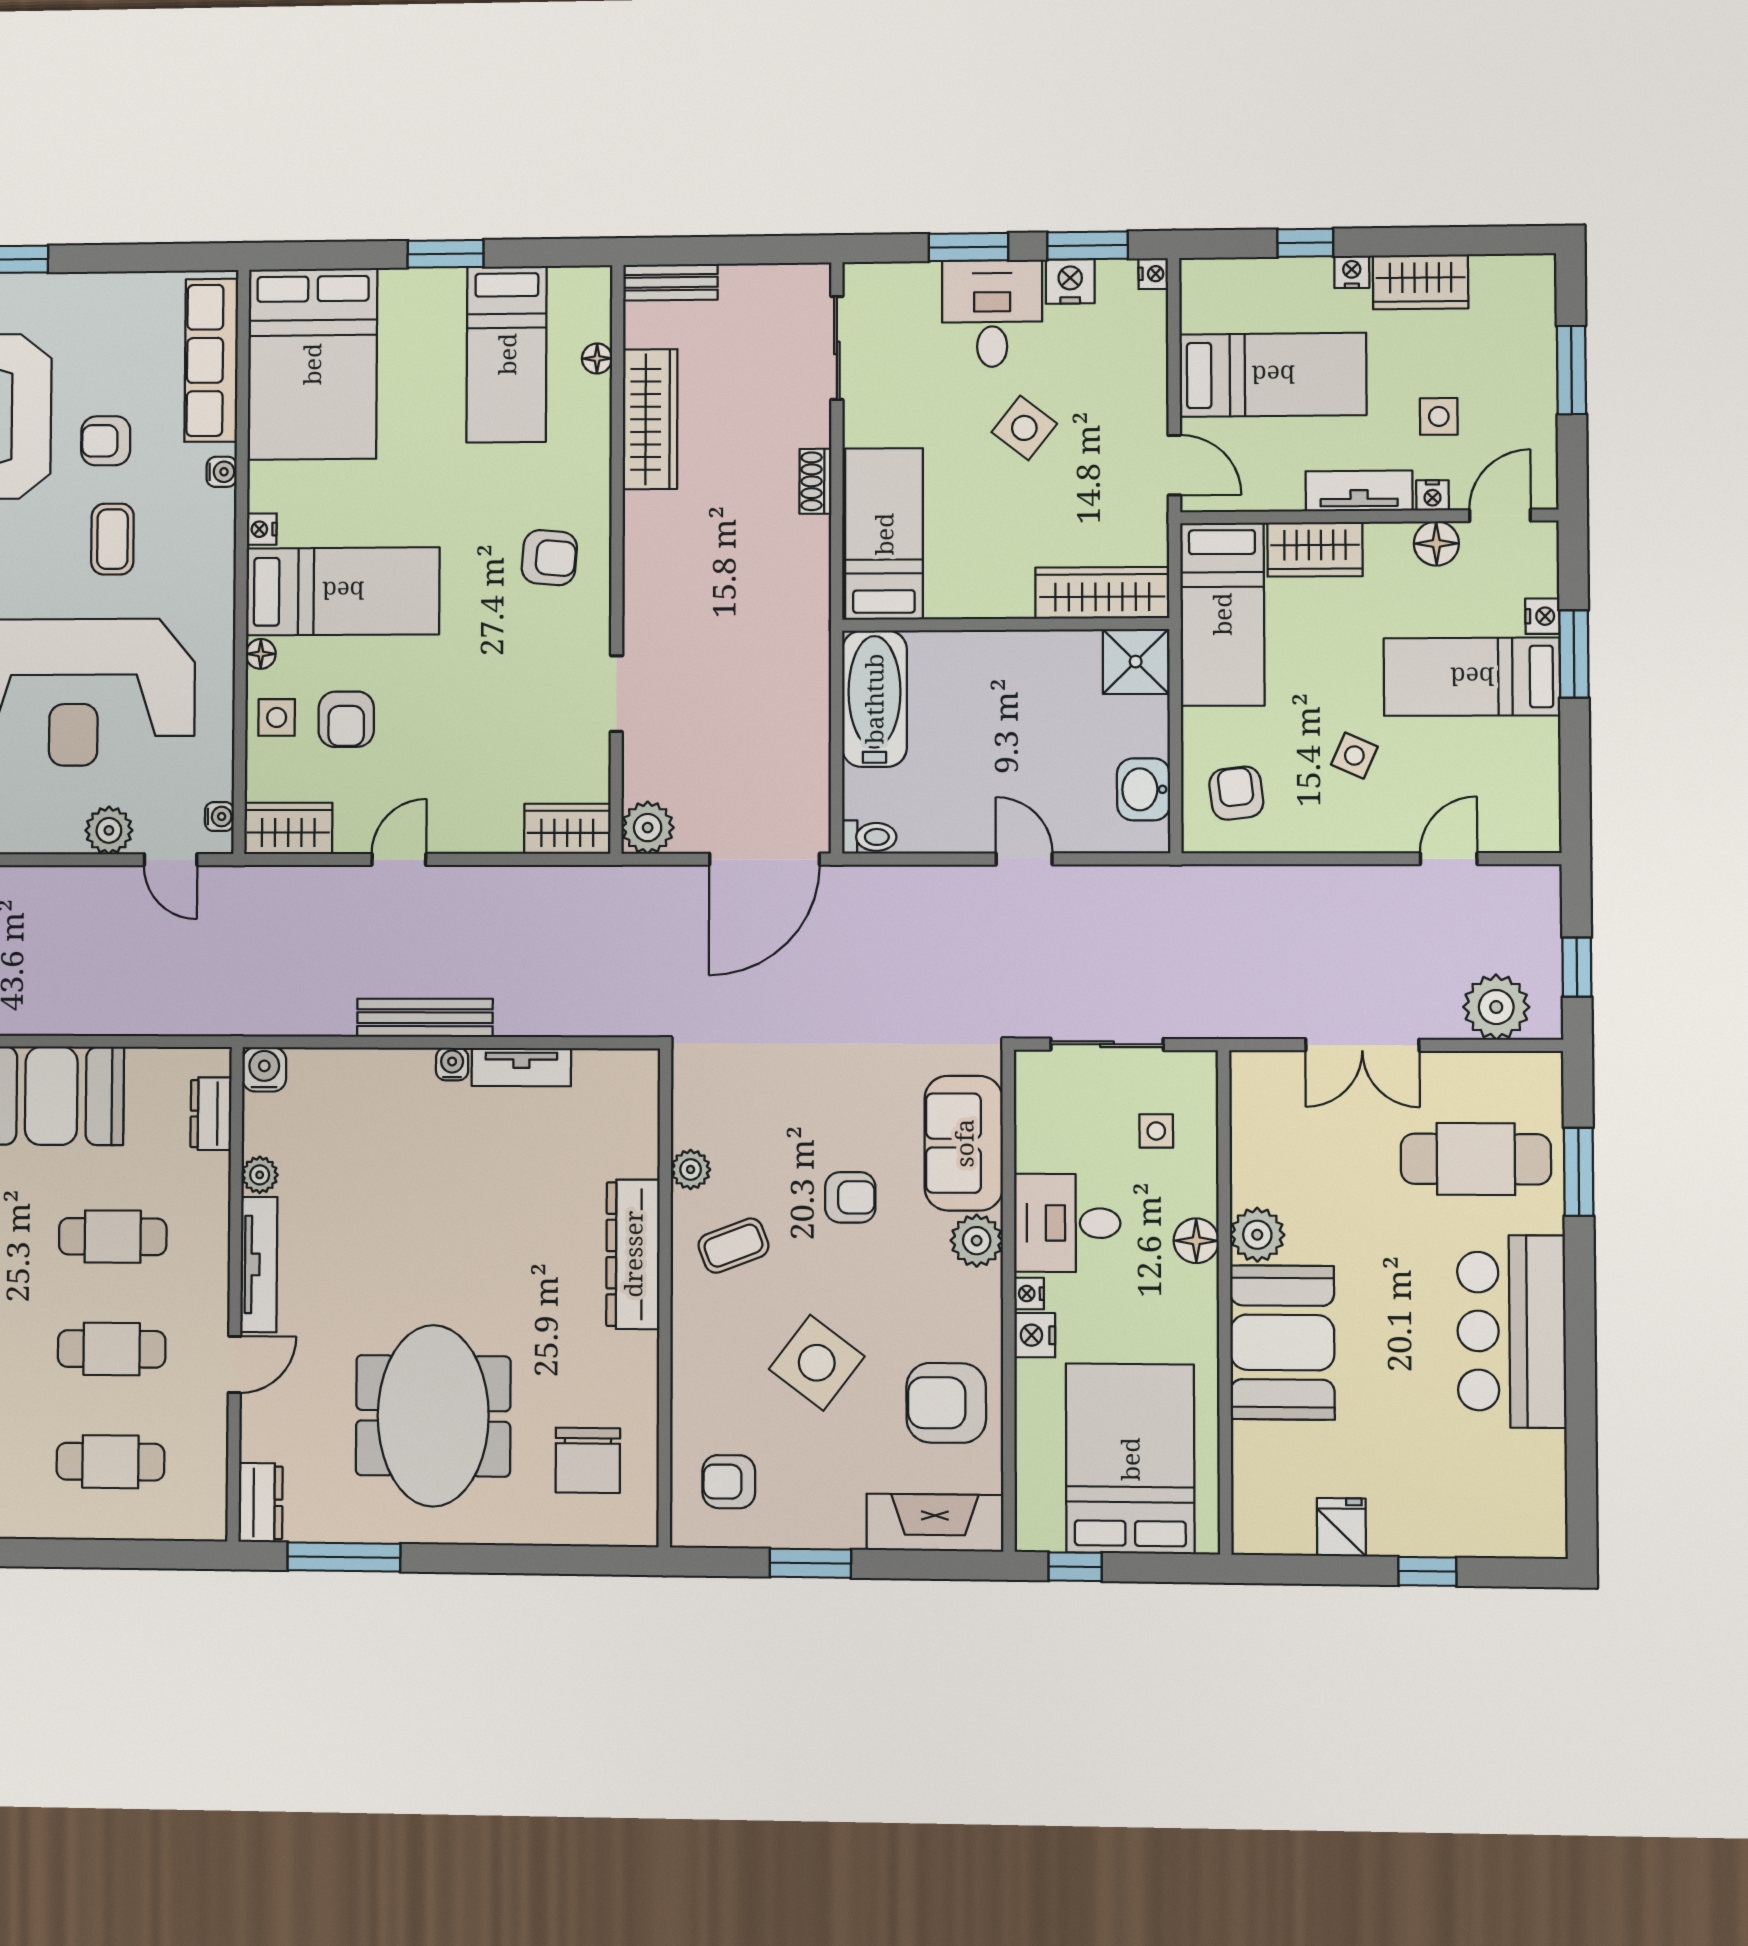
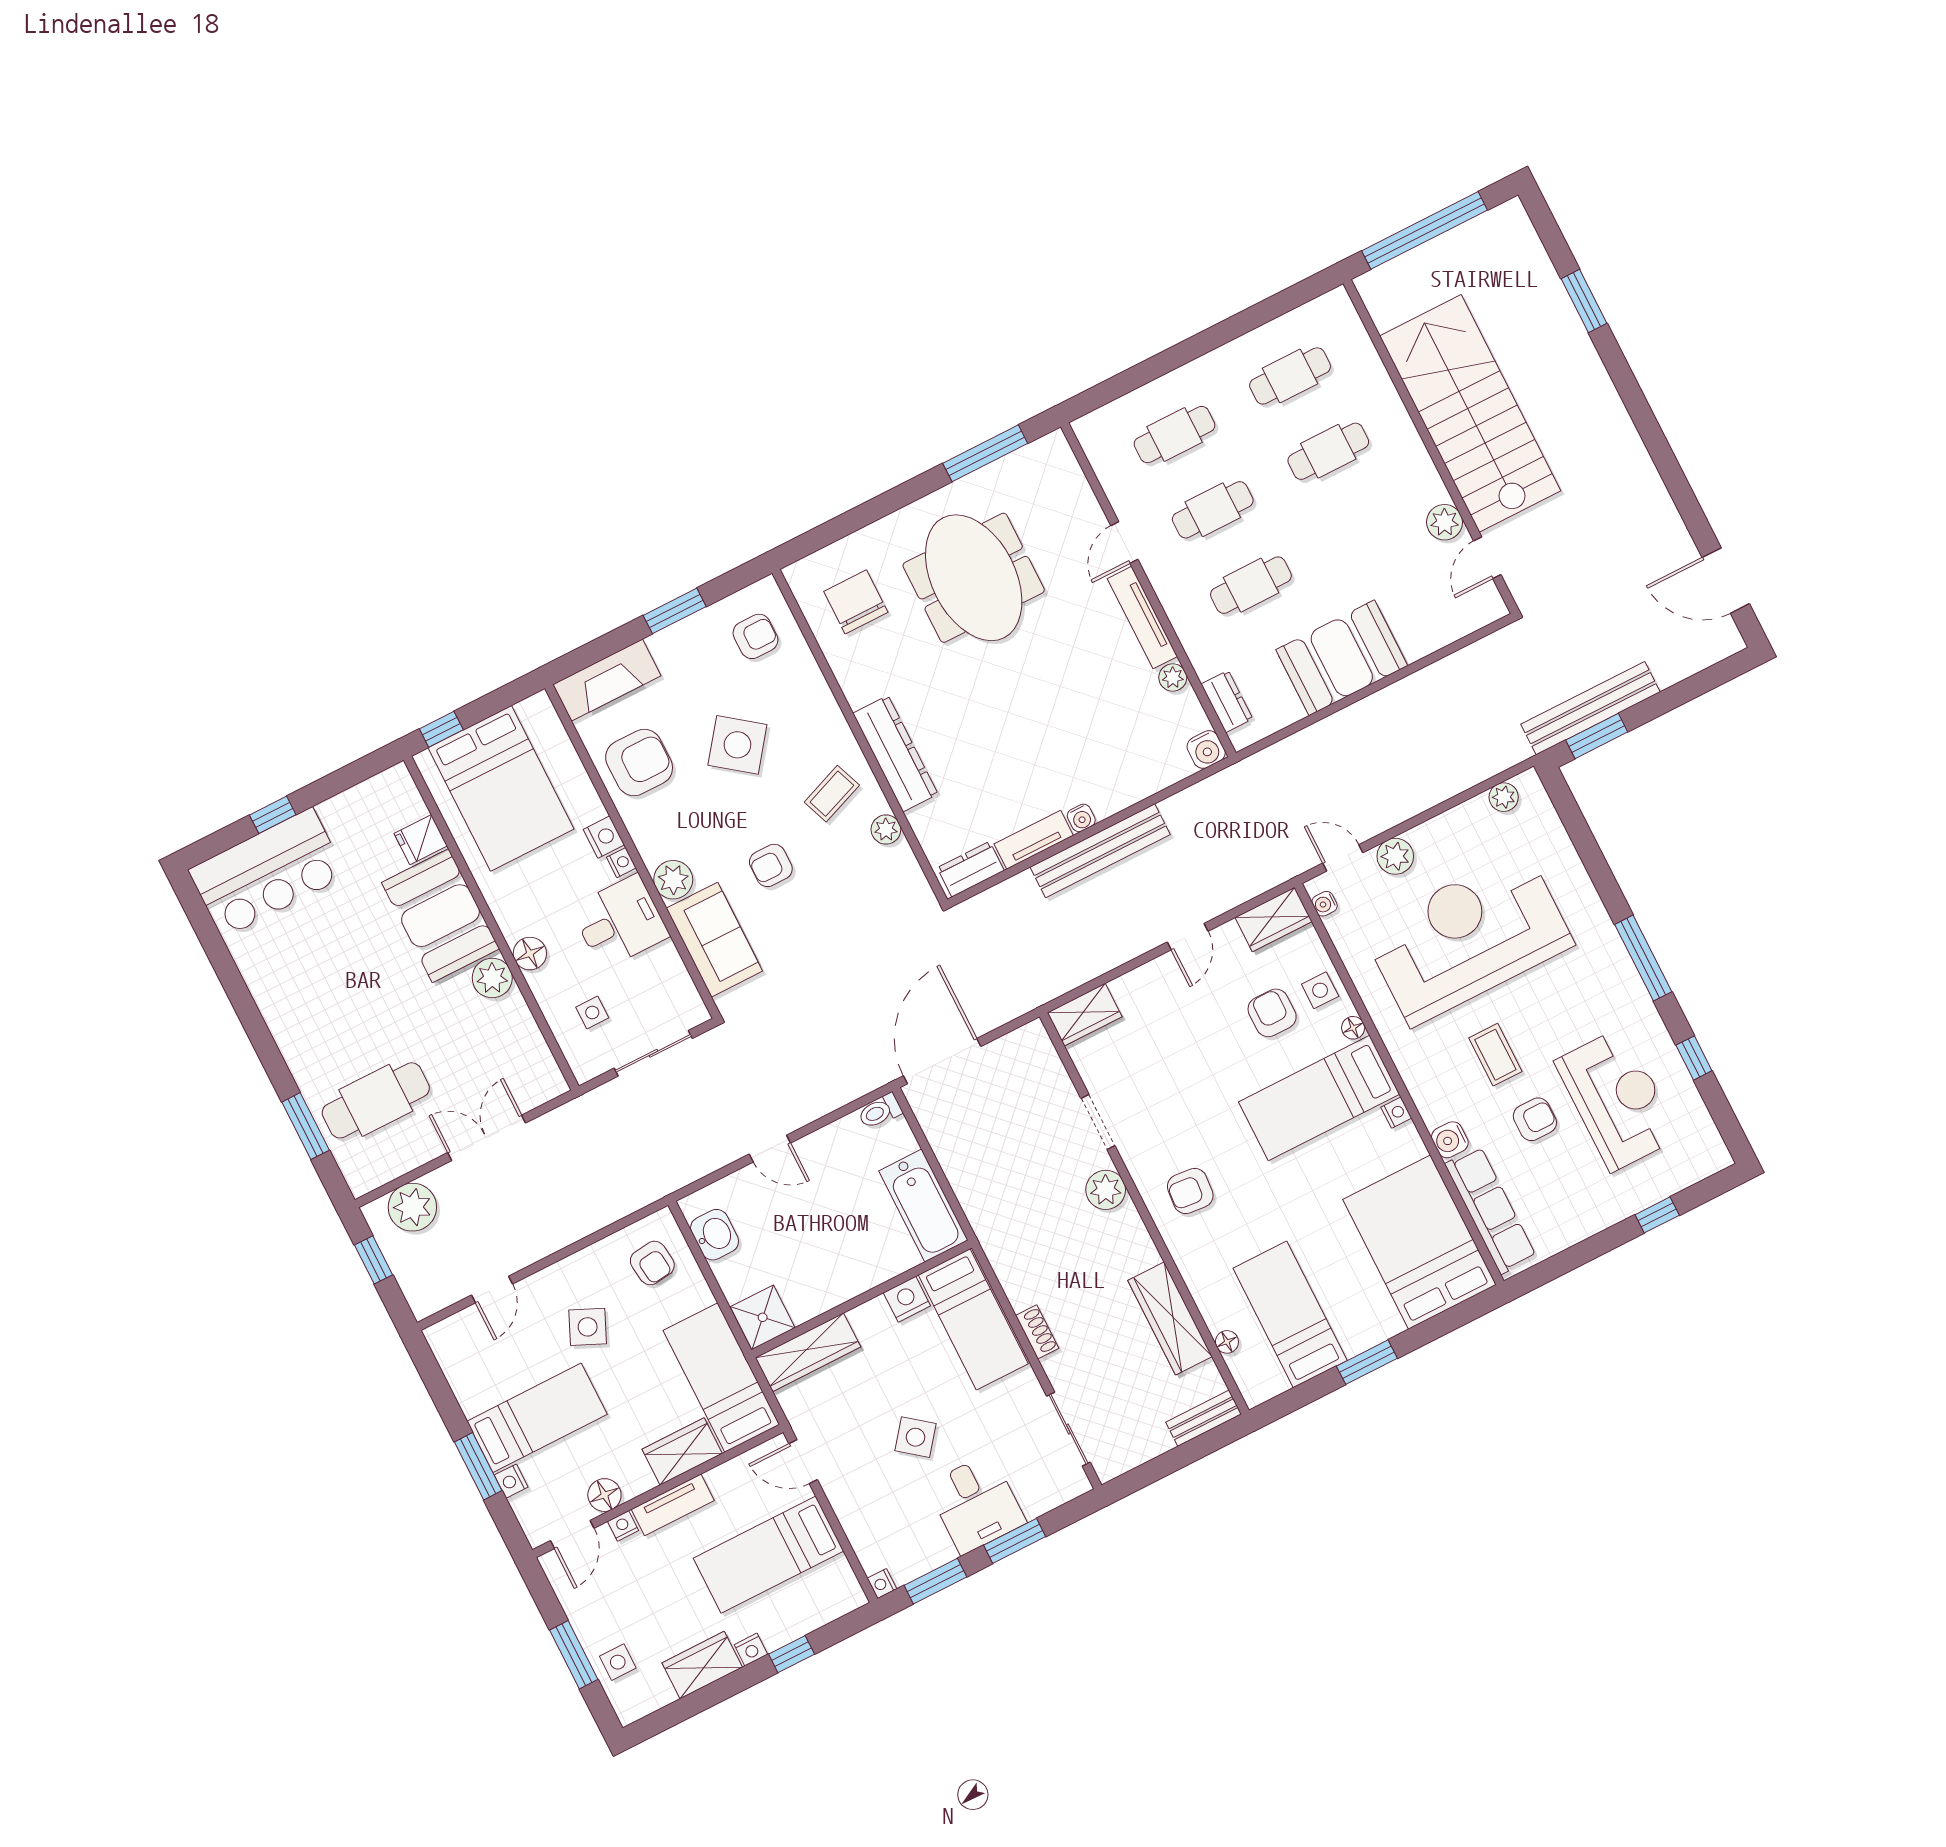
nightstand: (1070, 281) -> (907, 1299), moved, turned 180
side table: (1439, 416) -> (618, 1662), moved
water cooler: (222, 472) -> (1450, 1140), width x1.38, depth x1.38
side table: (1354, 756) -> (588, 1327), width x1.37, depth x1.37
plant: (648, 828) -> (1106, 1190), moved
bench: (425, 1018) -> (1100, 851), width x1.37, depth x1.21
bar counter: (1512, 1331) -> (267, 873), moved, turned 90
dresser: (261, 1503) -> (971, 869), moved, turned 90
fridge: (1341, 1527) -> (421, 840), moved, turned 90
window: (1075, 1567) -> (441, 729), moved

